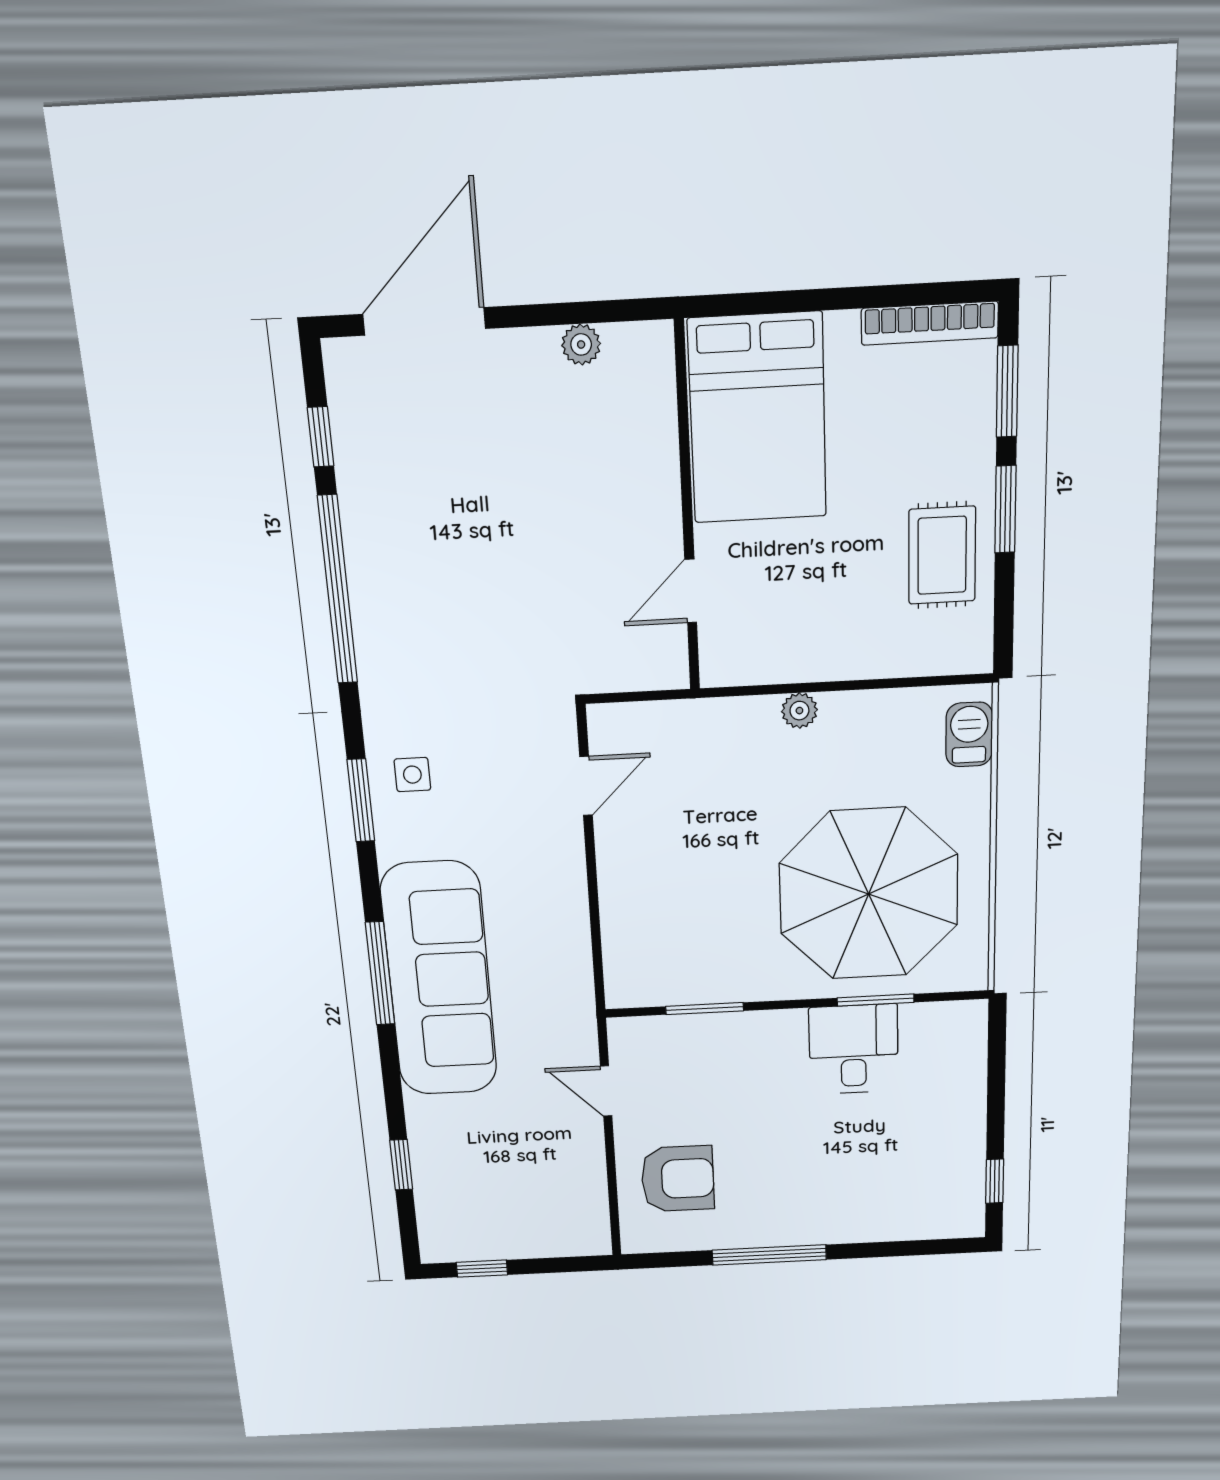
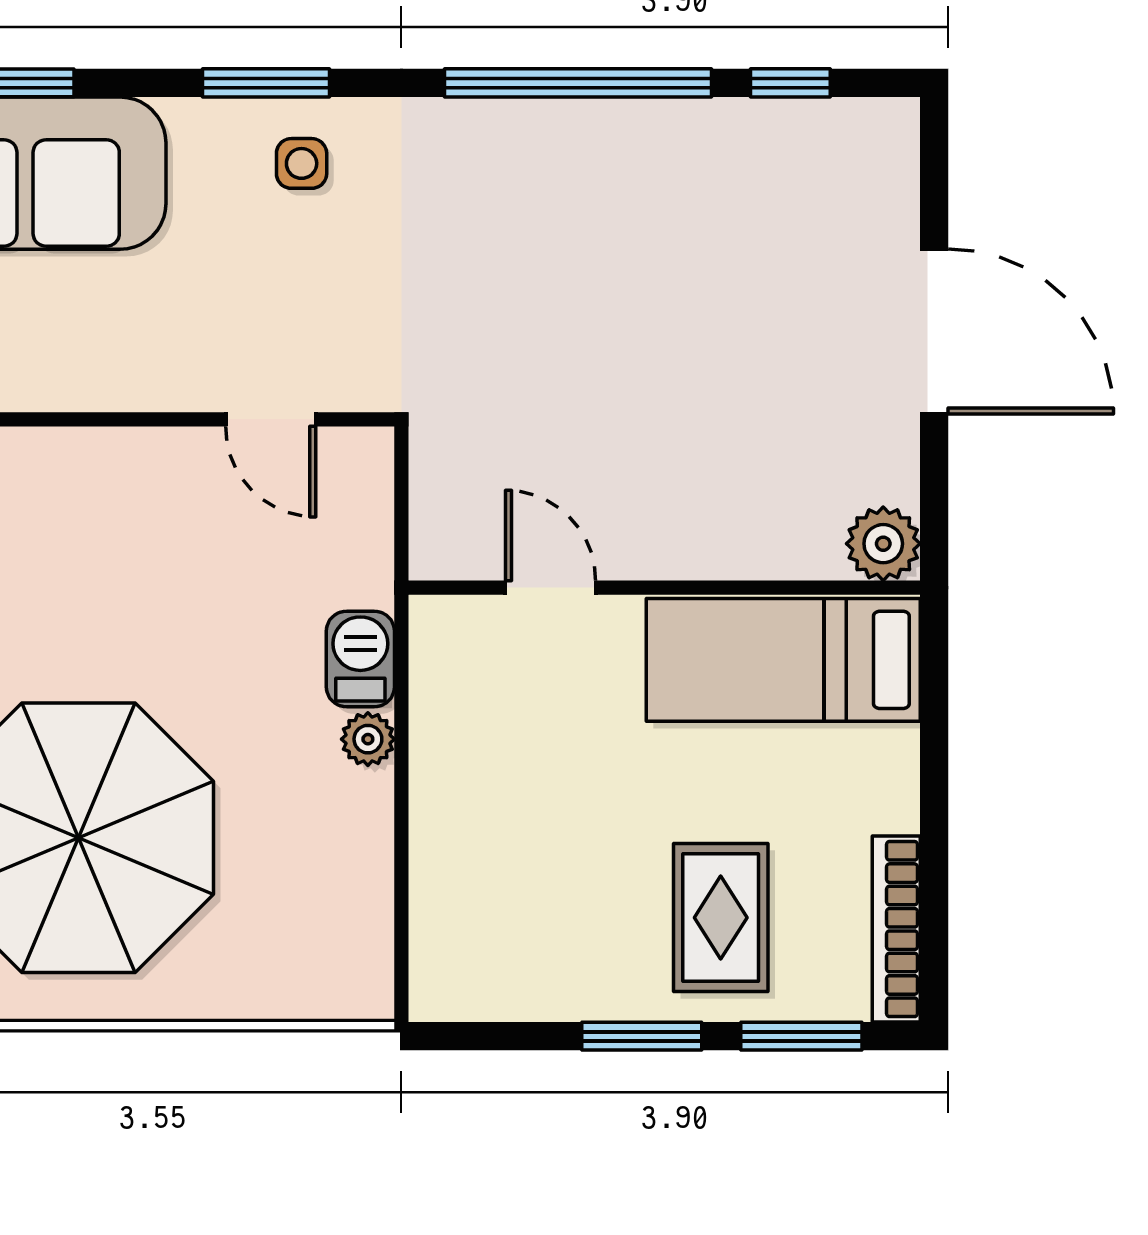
door: (424, 321) -> (934, 332), moved
plant: (581, 344) -> (883, 544), moved, width x1.38, depth x1.38
bed: (758, 419) -> (783, 660), width x0.67
rug: (942, 555) -> (721, 918), moved, turned 90
barbecue: (969, 734) -> (360, 659), moved, turned -90

